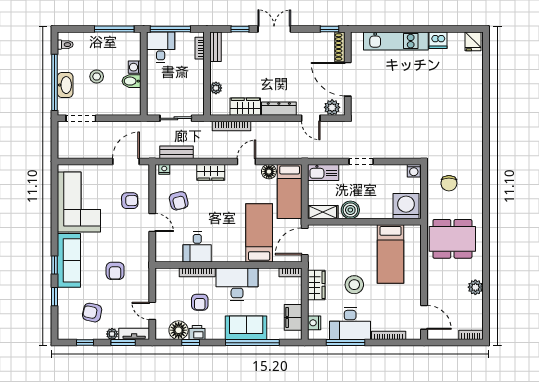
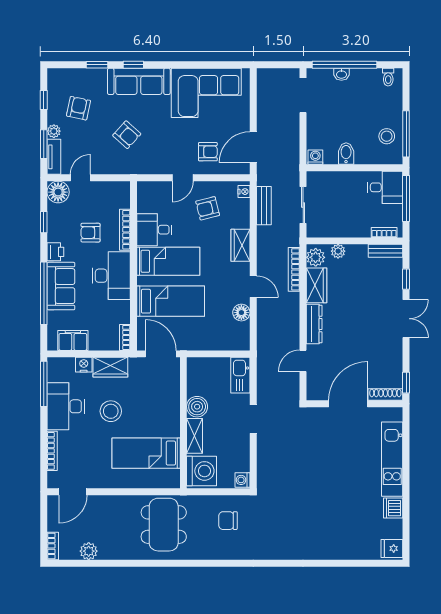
washing machine: (135, 67) -> (315, 157), moved
stool: (97, 76) -> (387, 136), moved
washbasin: (65, 85) -> (341, 74), width x0.52, depth x0.69
plant: (332, 107) -> (316, 257), moved
door: (126, 161) -> (253, 147), swing flipped
bed: (290, 191) -> (168, 261), moved, turned 180
armchair: (130, 201) -> (208, 152), turned -89
shelving: (323, 212) -> (195, 436), moved
armchair: (115, 271) -> (127, 135), turned -138
plant: (475, 287) -> (89, 551), moved
nightstand: (314, 323) -> (84, 365), moved
floor lamp: (179, 330) -> (58, 192), moved
printer: (197, 333) -> (55, 252), moved
window: (345, 343) -> (44, 384), moved

